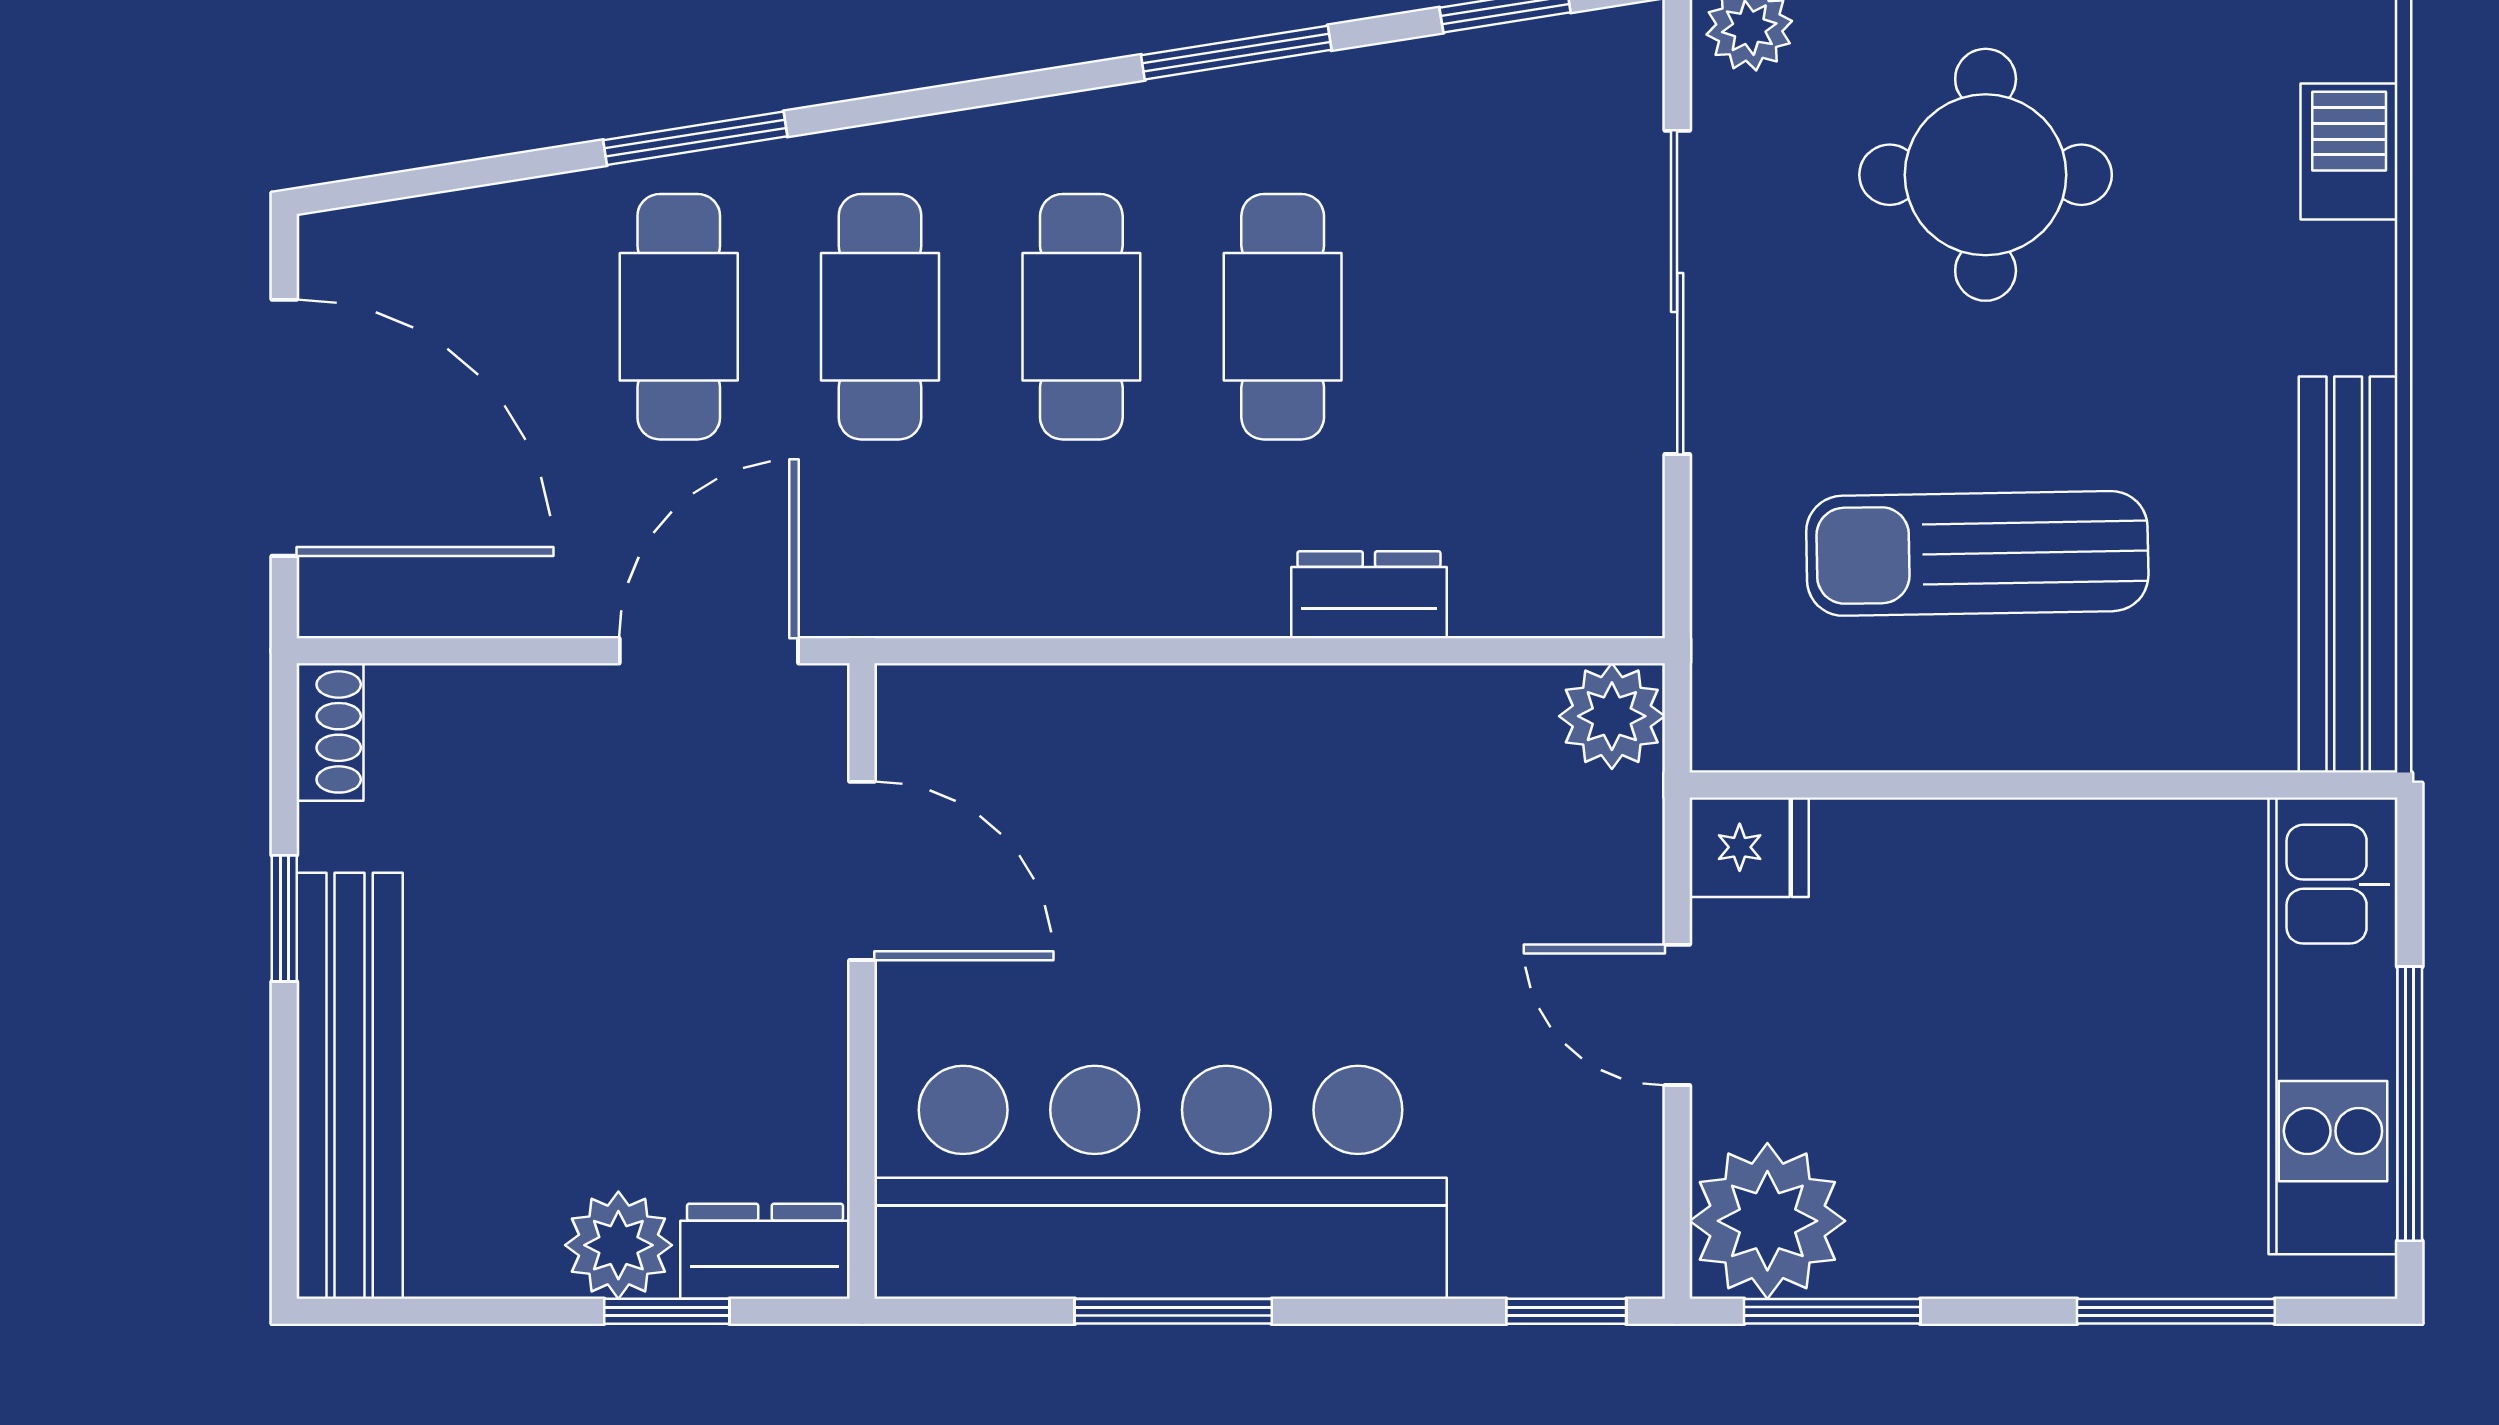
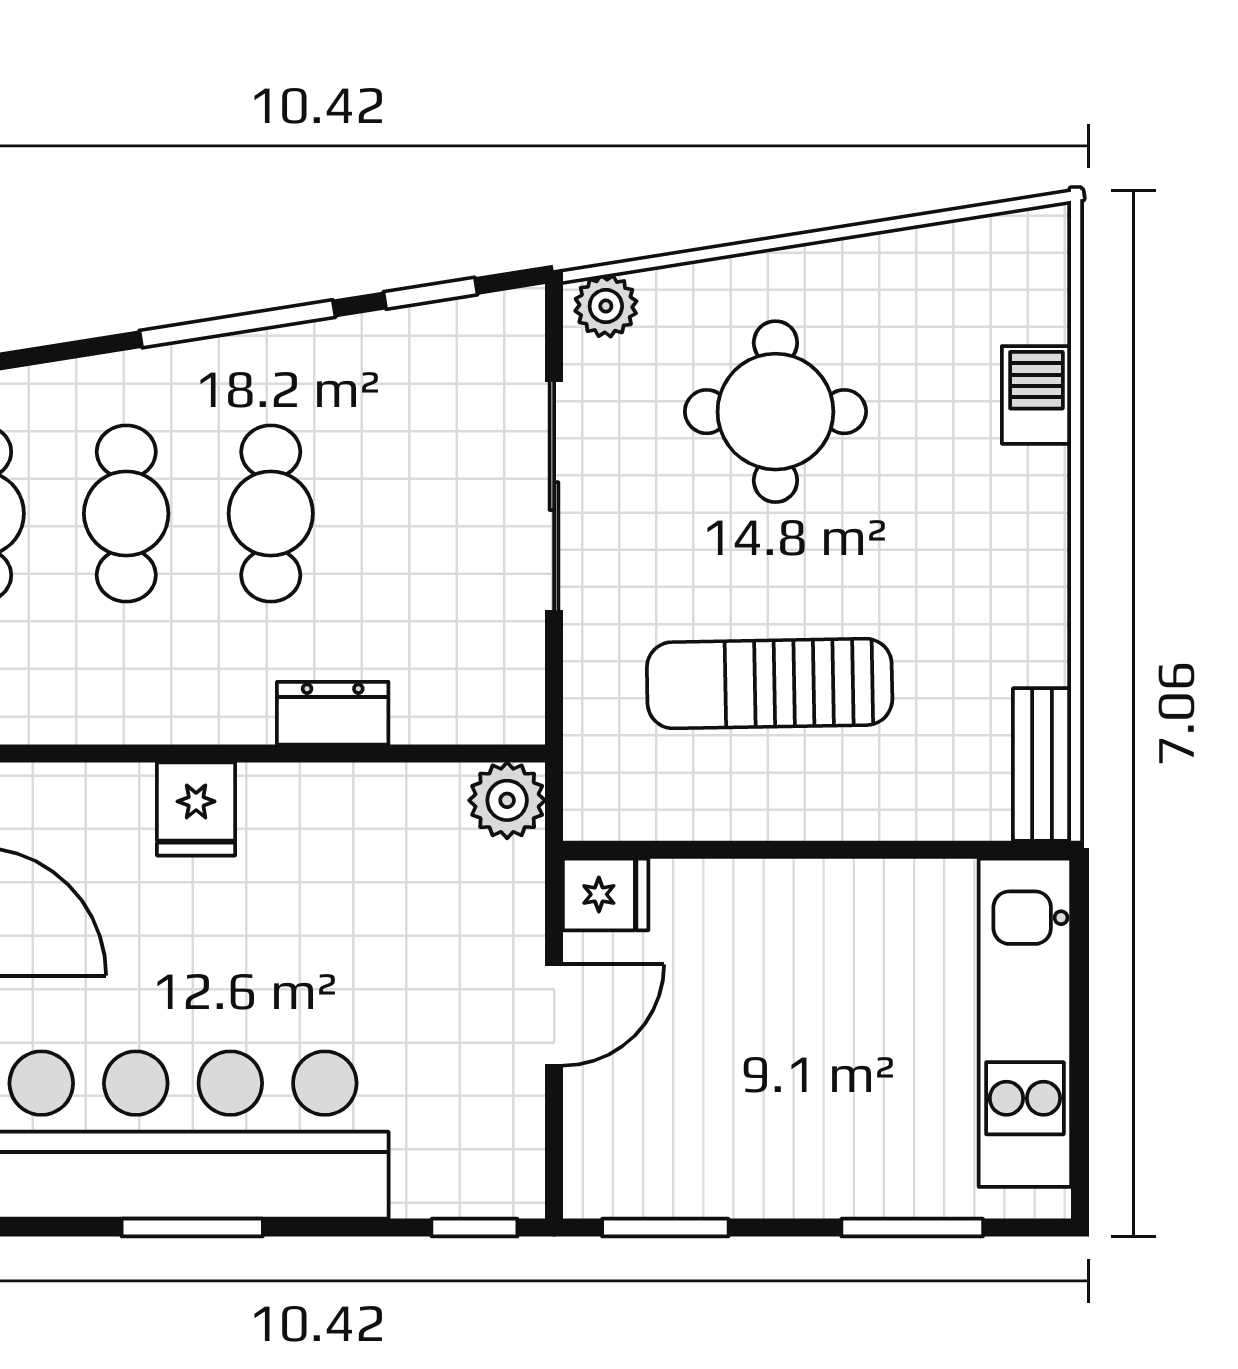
window: (1236, 53) -> (237, 324), width x1.44
bench: (2348, 574) -> (1042, 765), width x0.54, depth x0.82
fridge: (1179, 728) -> (196, 809), added
door: (1677, 1015) -> (554, 1015), swing flipped
window: (2410, 1104) -> (1080, 1079), removed
plant: (1767, 1221) -> (619, 1163), removed

